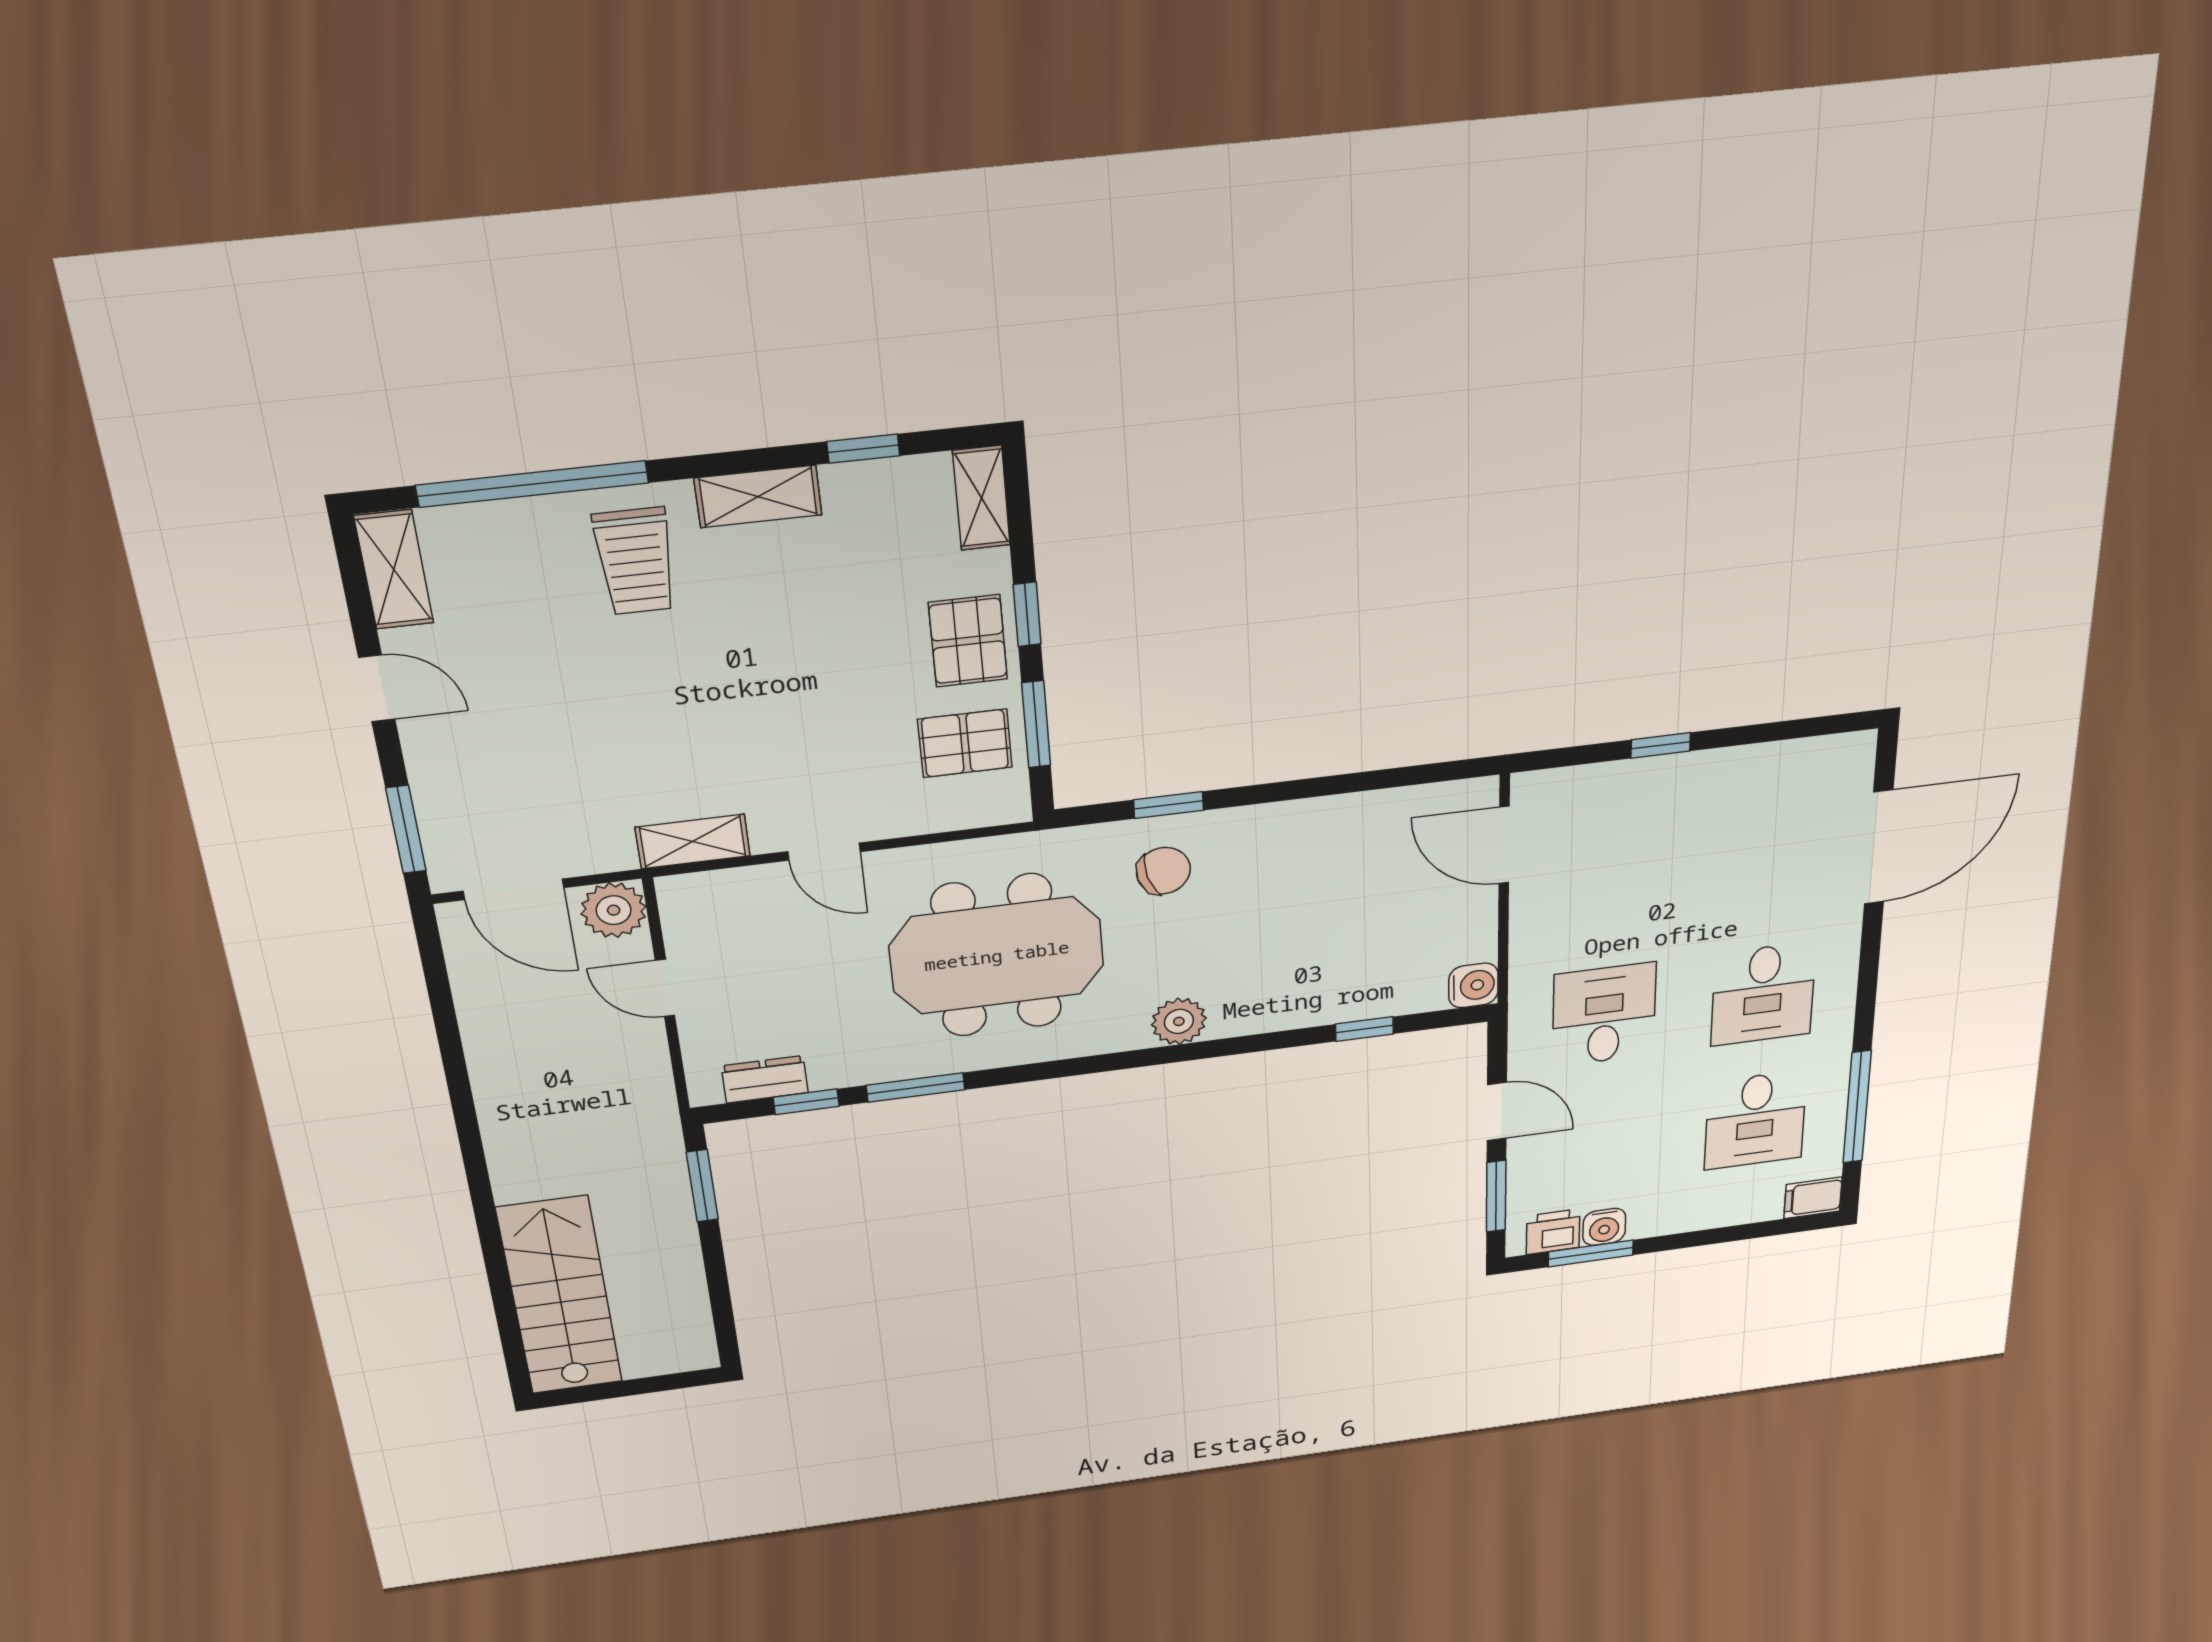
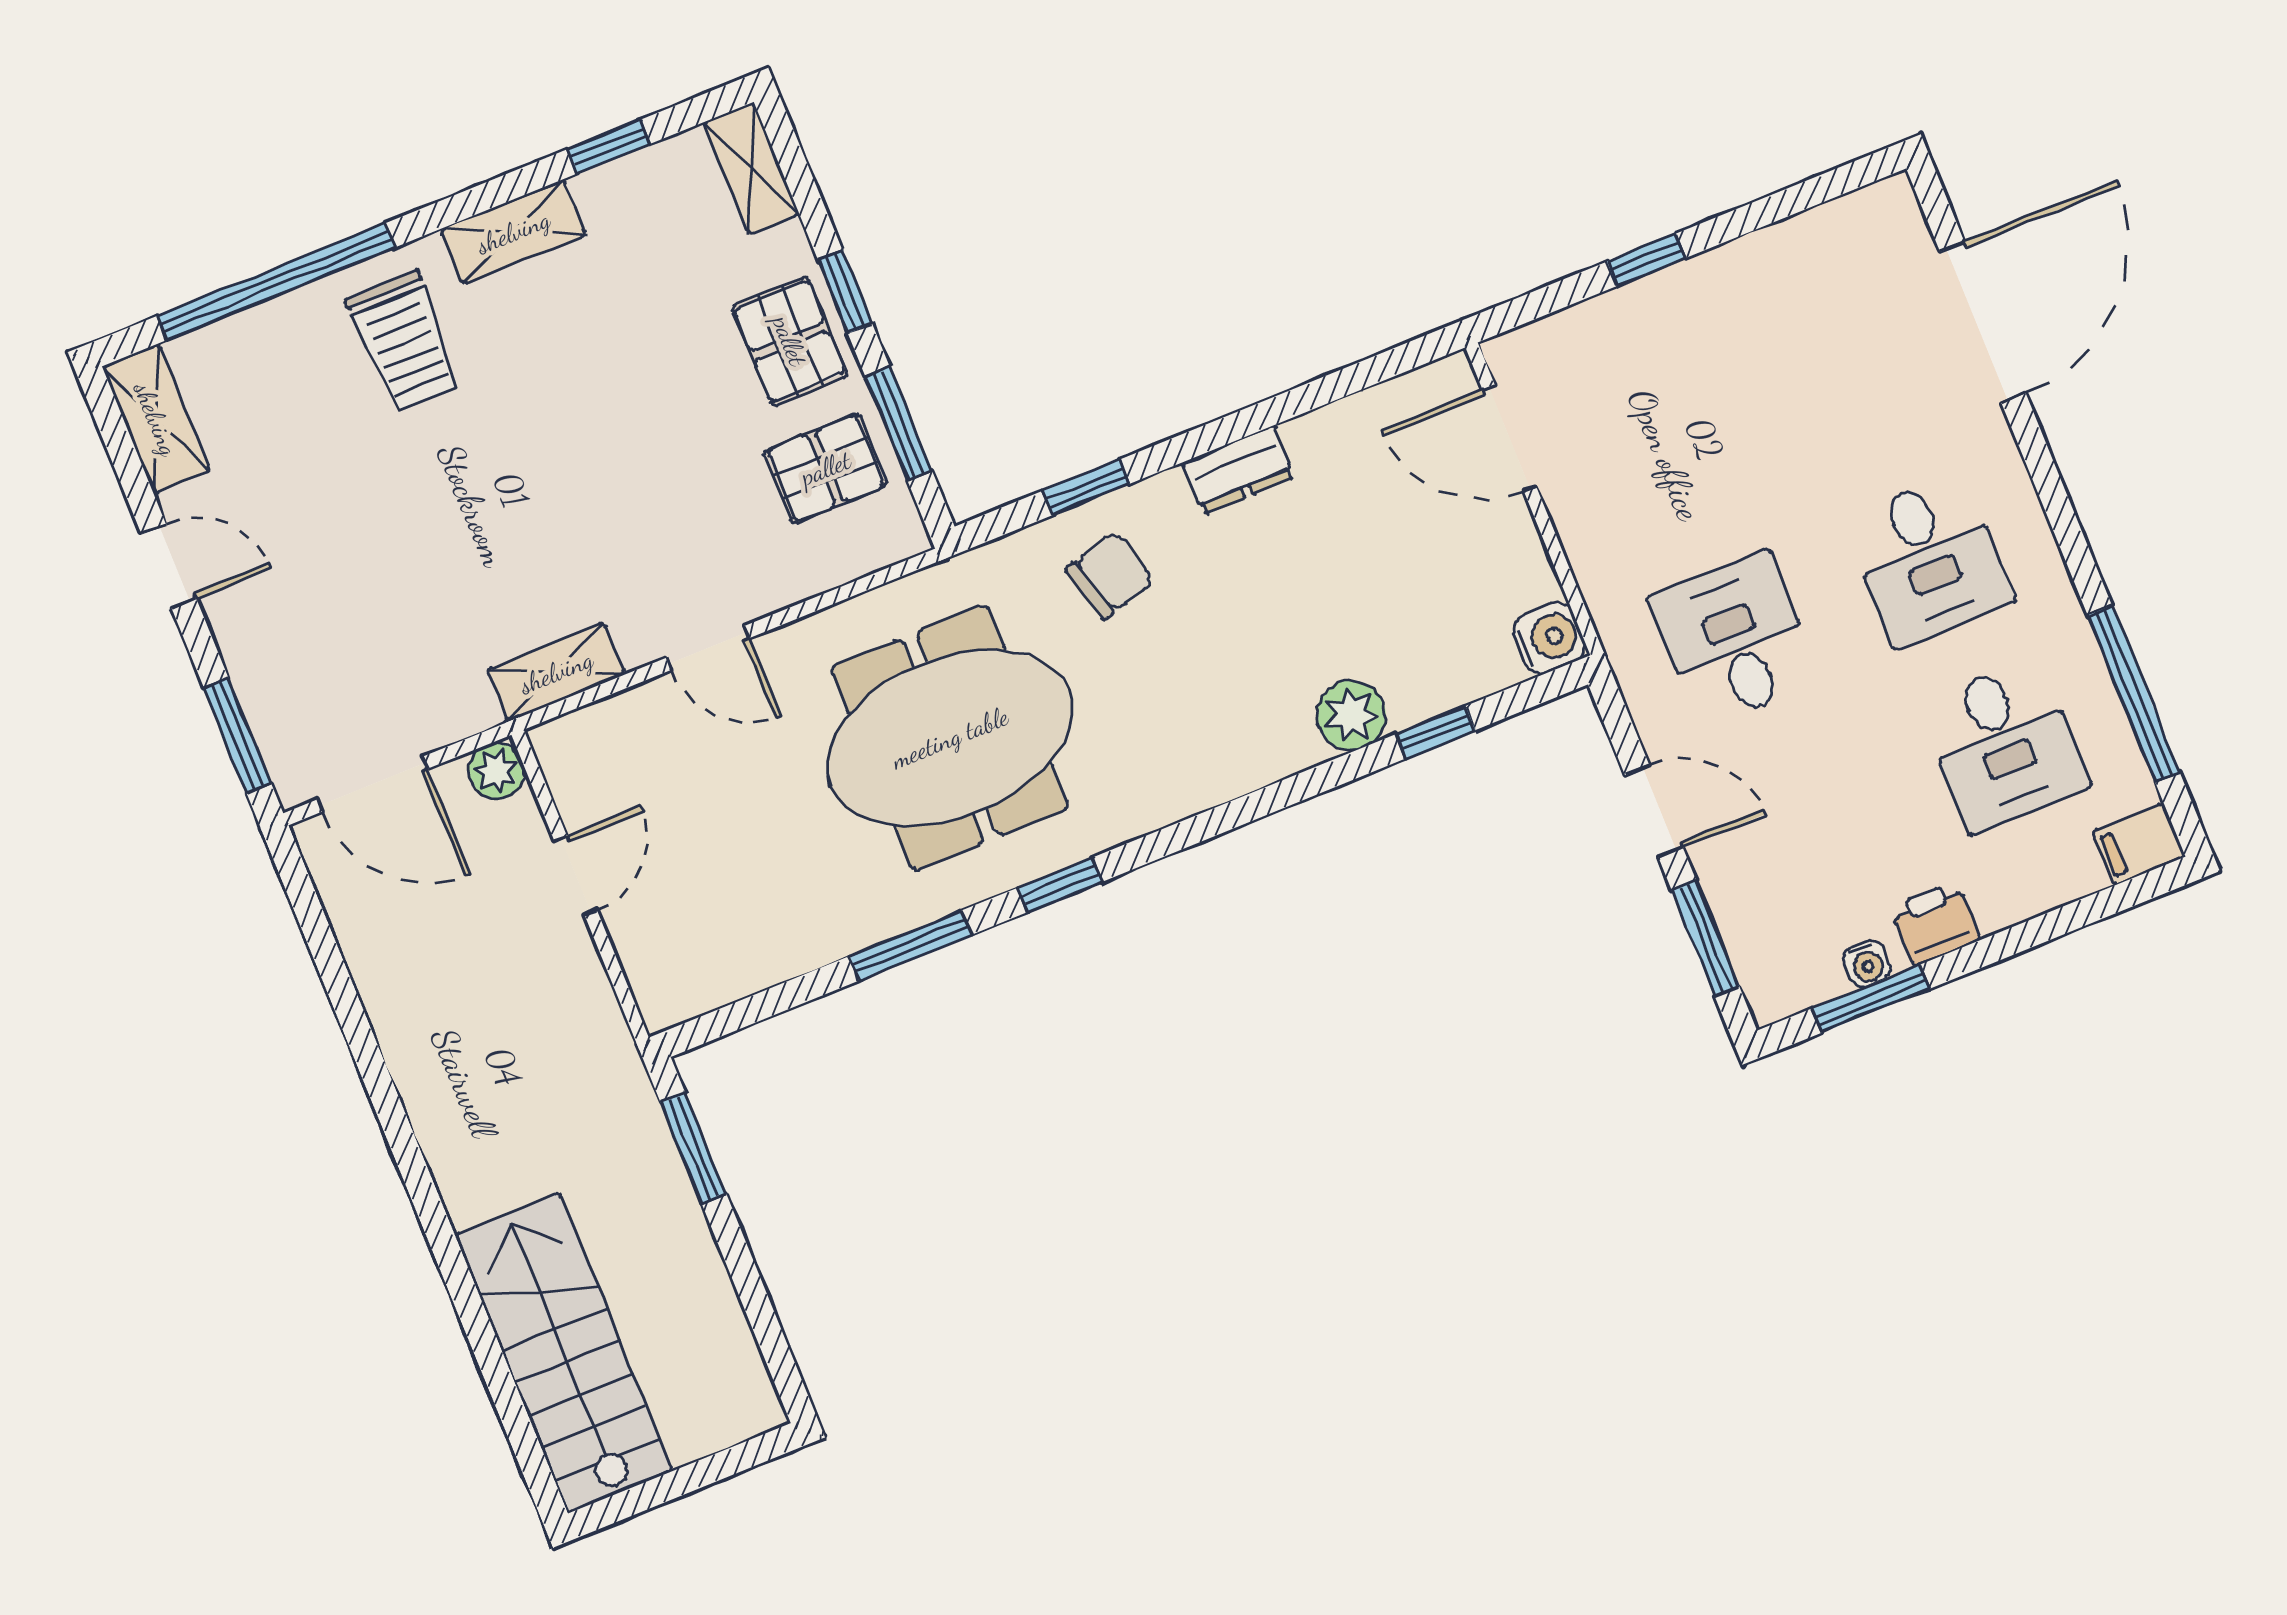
plant: (614, 910) -> (496, 771), width x0.73, depth x0.73
door: (665, 988) -> (576, 876), swing flipped
plant: (1179, 1021) -> (1351, 715), moved
dresser: (765, 1079) -> (1239, 470), moved, turned 180
window: (806, 1102) -> (1060, 885), moved
water cooler: (1604, 1227) -> (1867, 964), width x0.72, depth x0.72
printer: (1553, 1232) -> (1935, 923), moved

